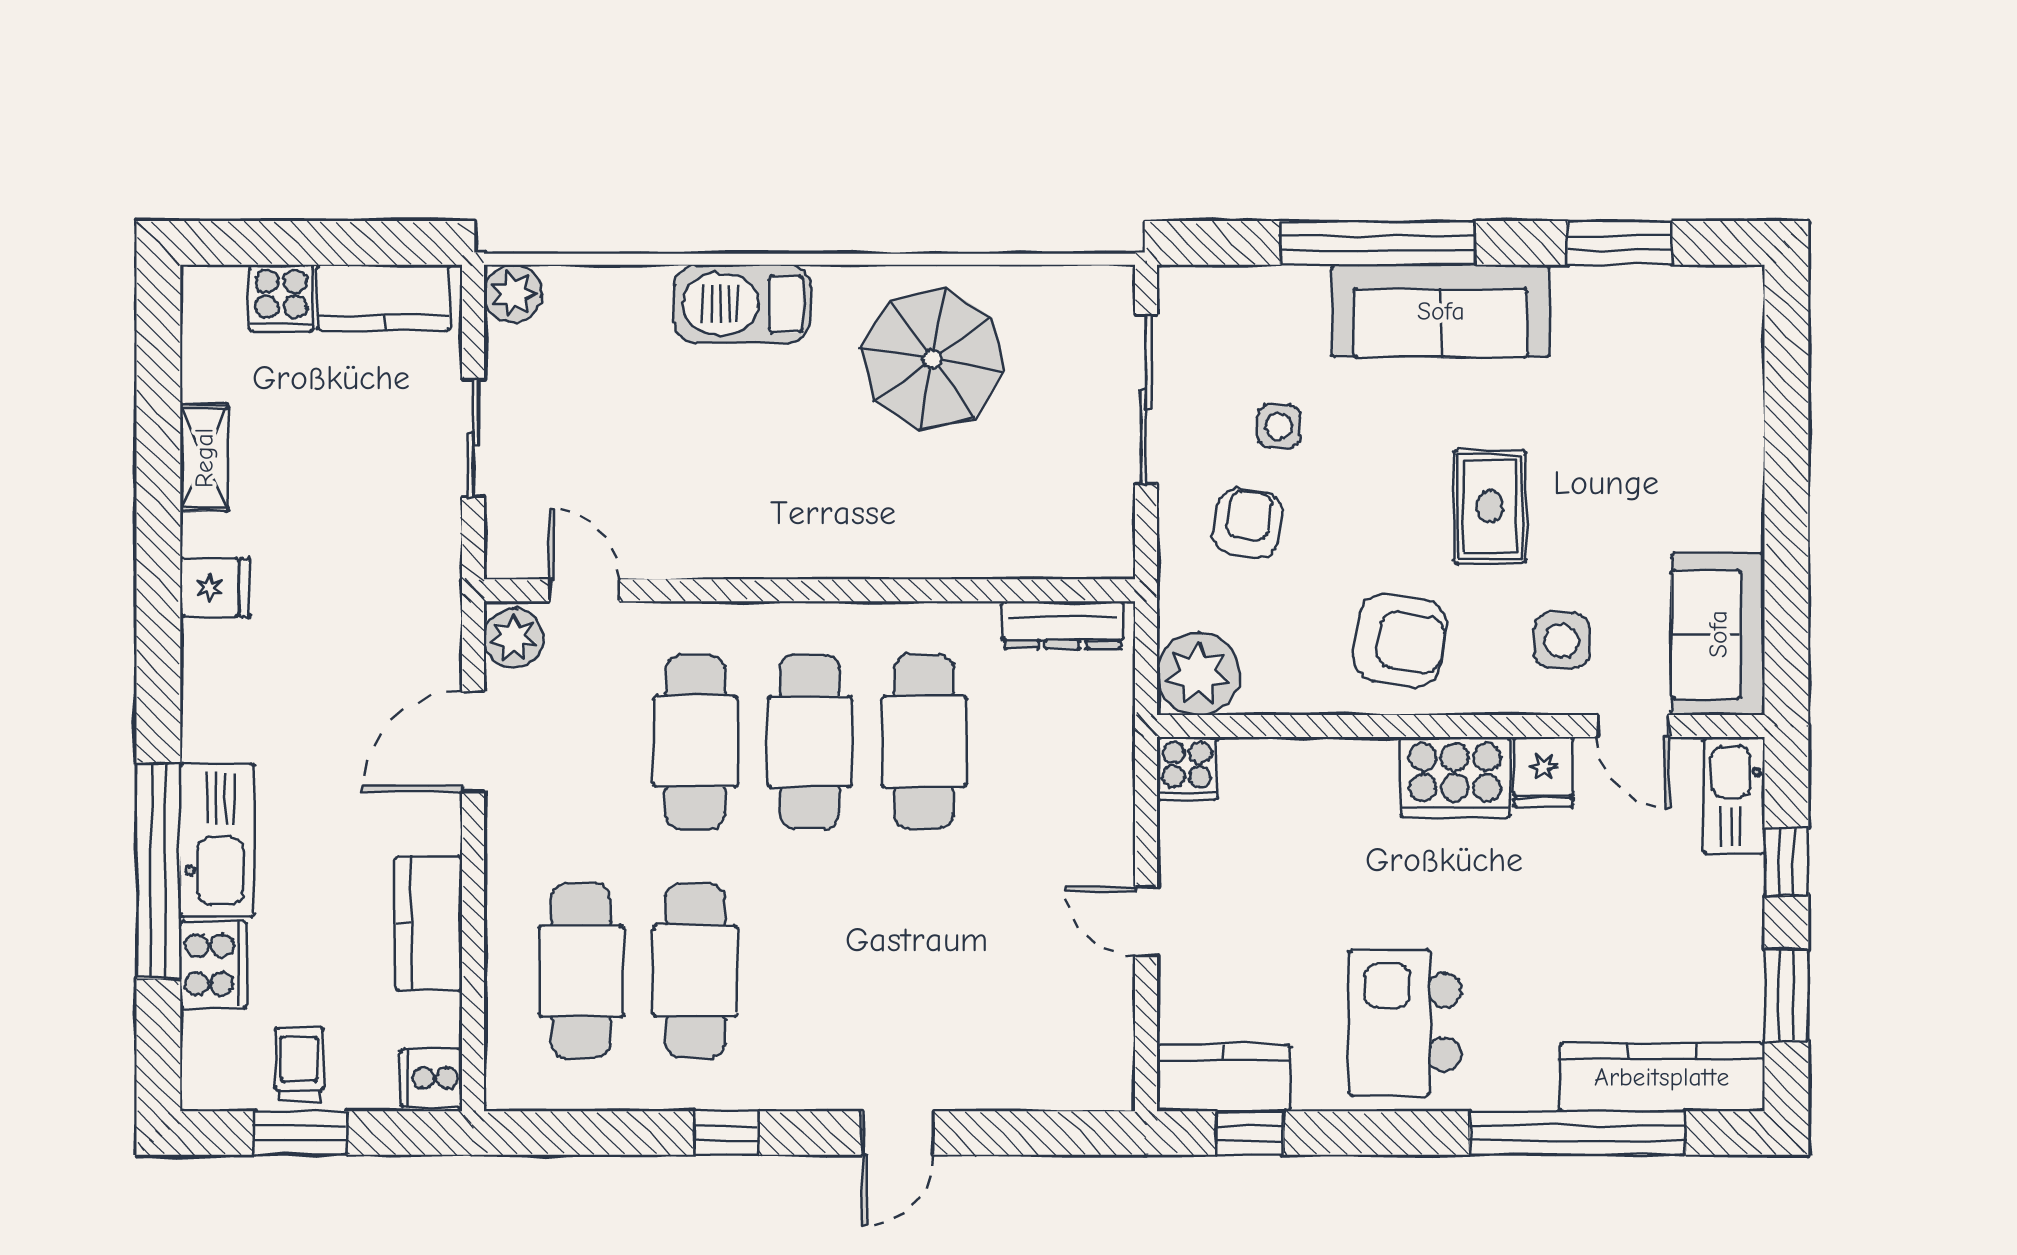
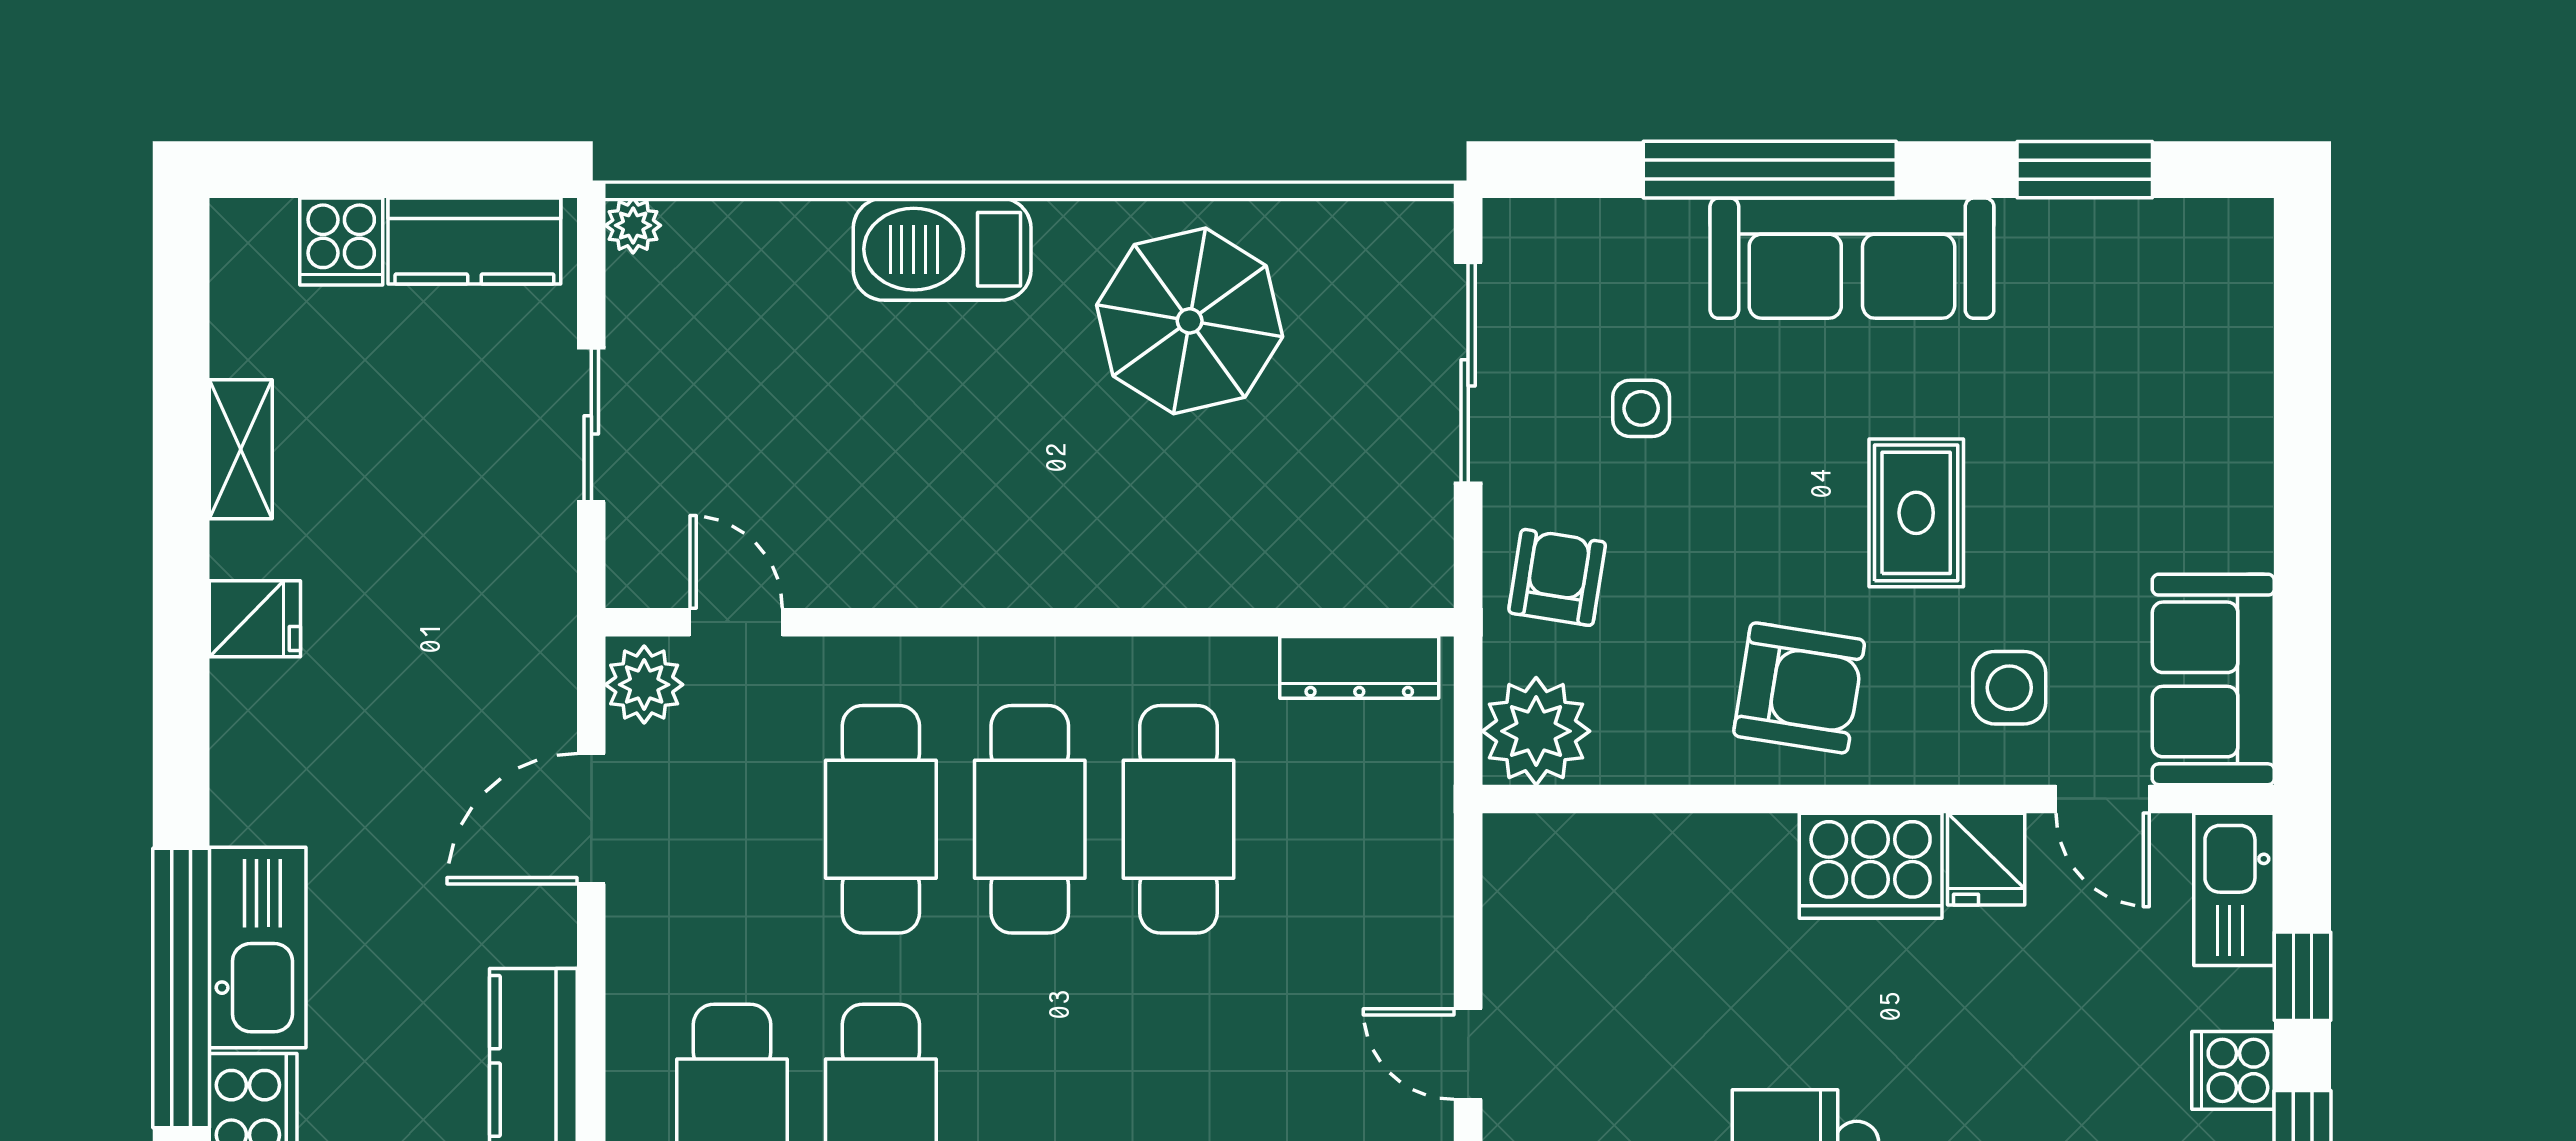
plant: (513, 294) -> (633, 225), width x0.73, depth x0.73
armchair: (1248, 523) -> (1557, 577), moved
cooker: (1187, 768) -> (2233, 1070), moved, turned 90

